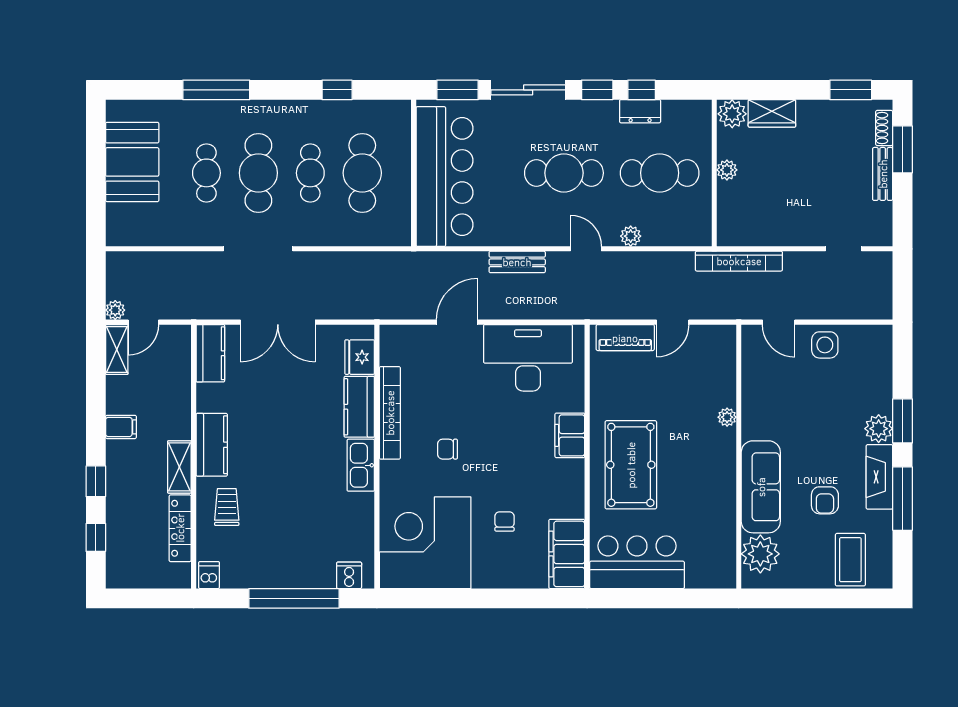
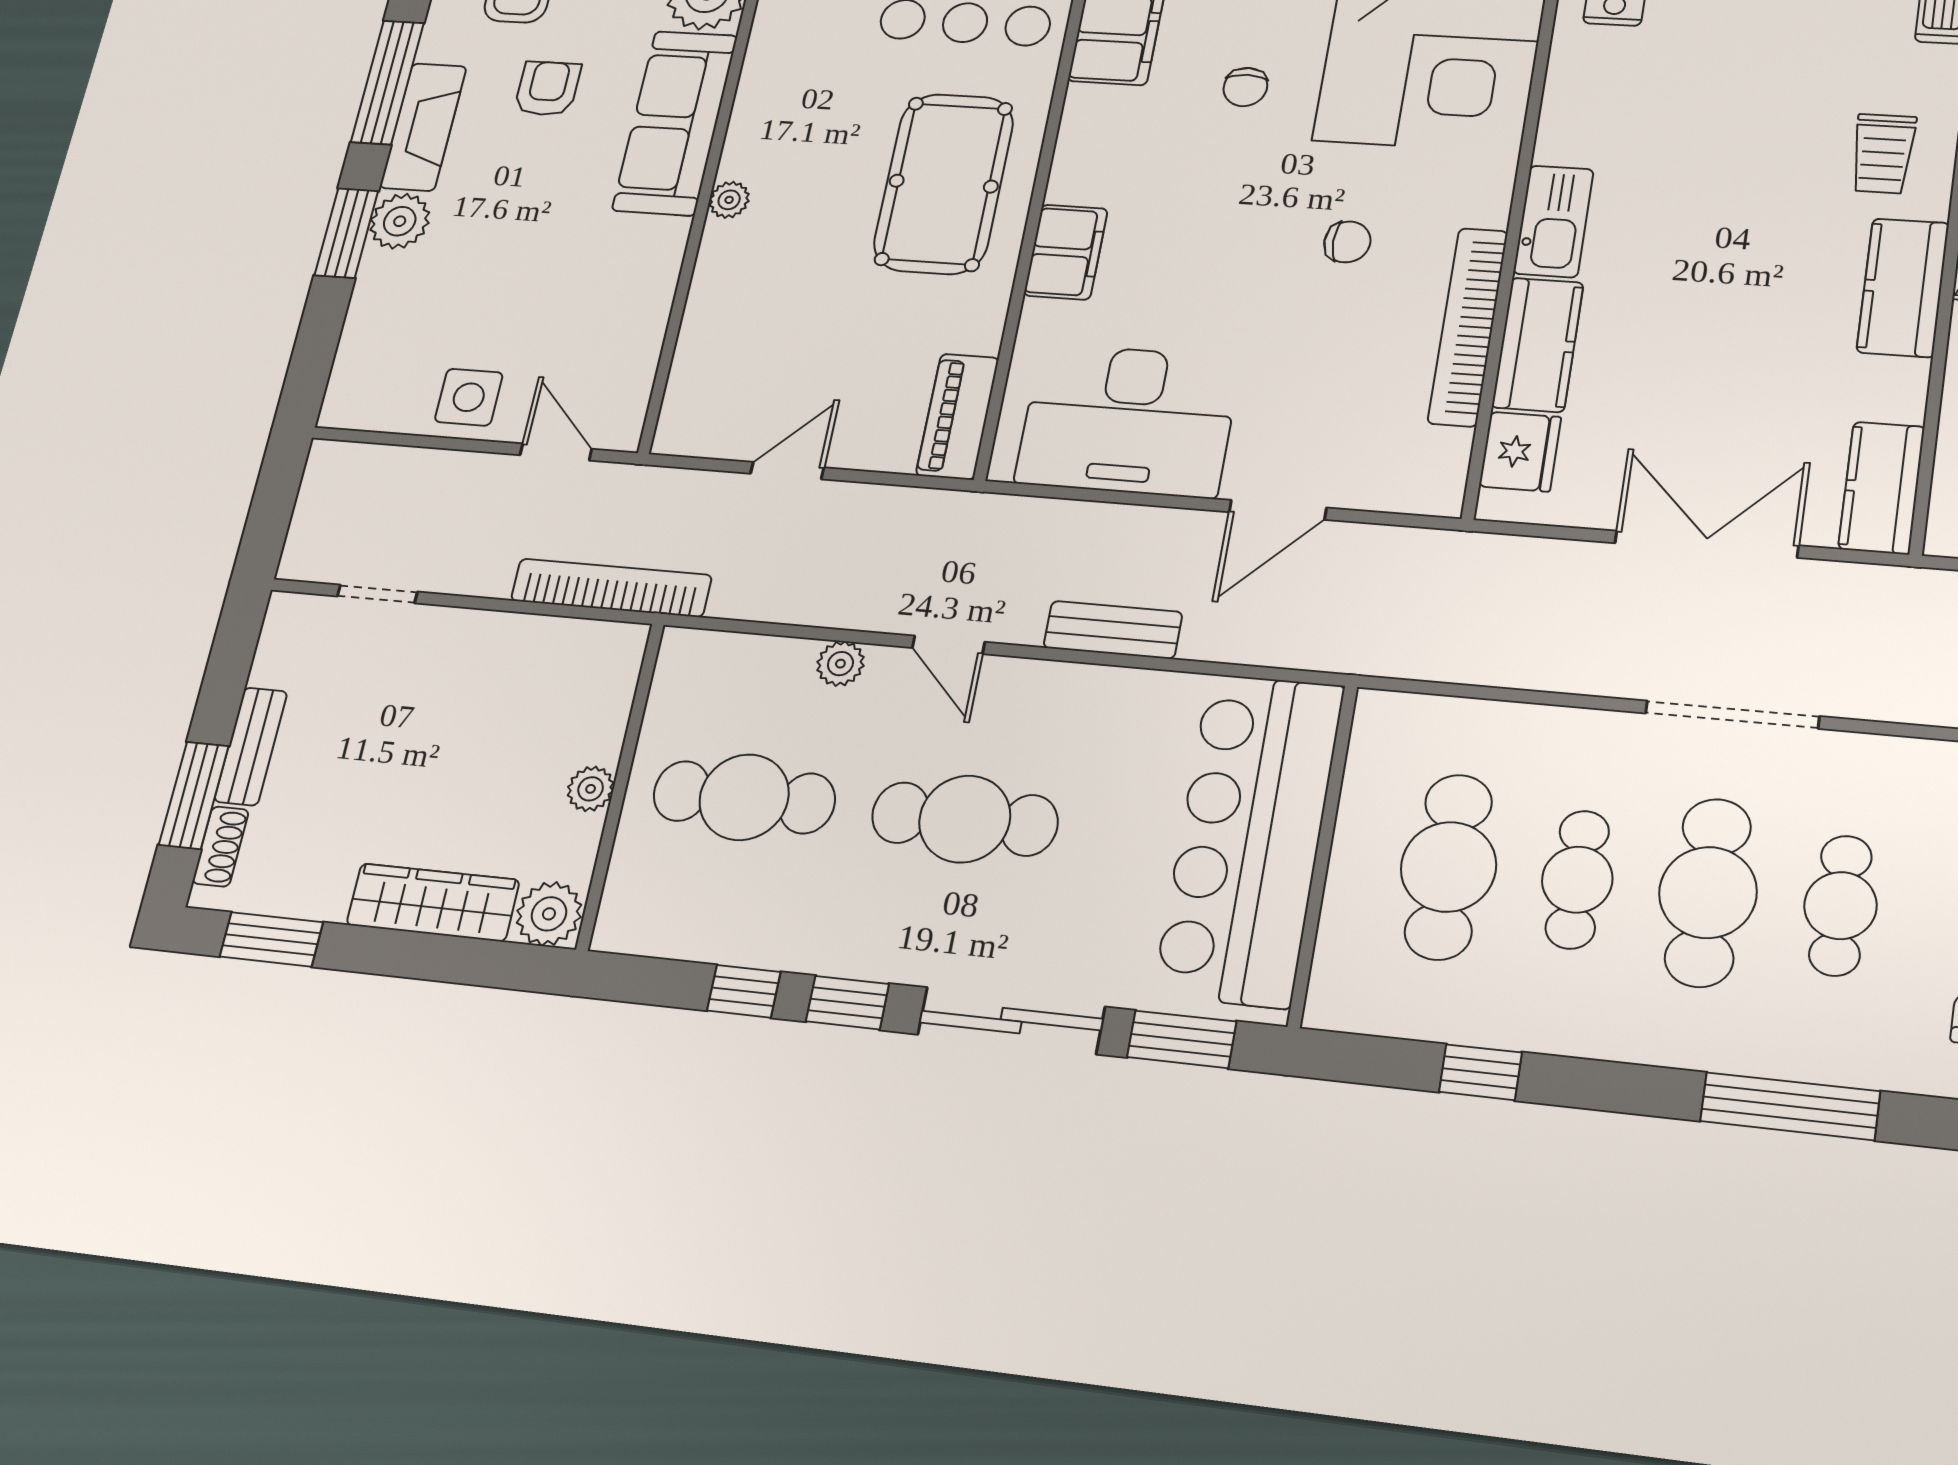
dresser: (640, 111) -> (758, 942), removed
wardrobe: (772, 113) -> (433, 902), width x1.50
piano: (625, 338) -> (957, 416), moved, turned -90
plant: (727, 417) -> (729, 200), moved

